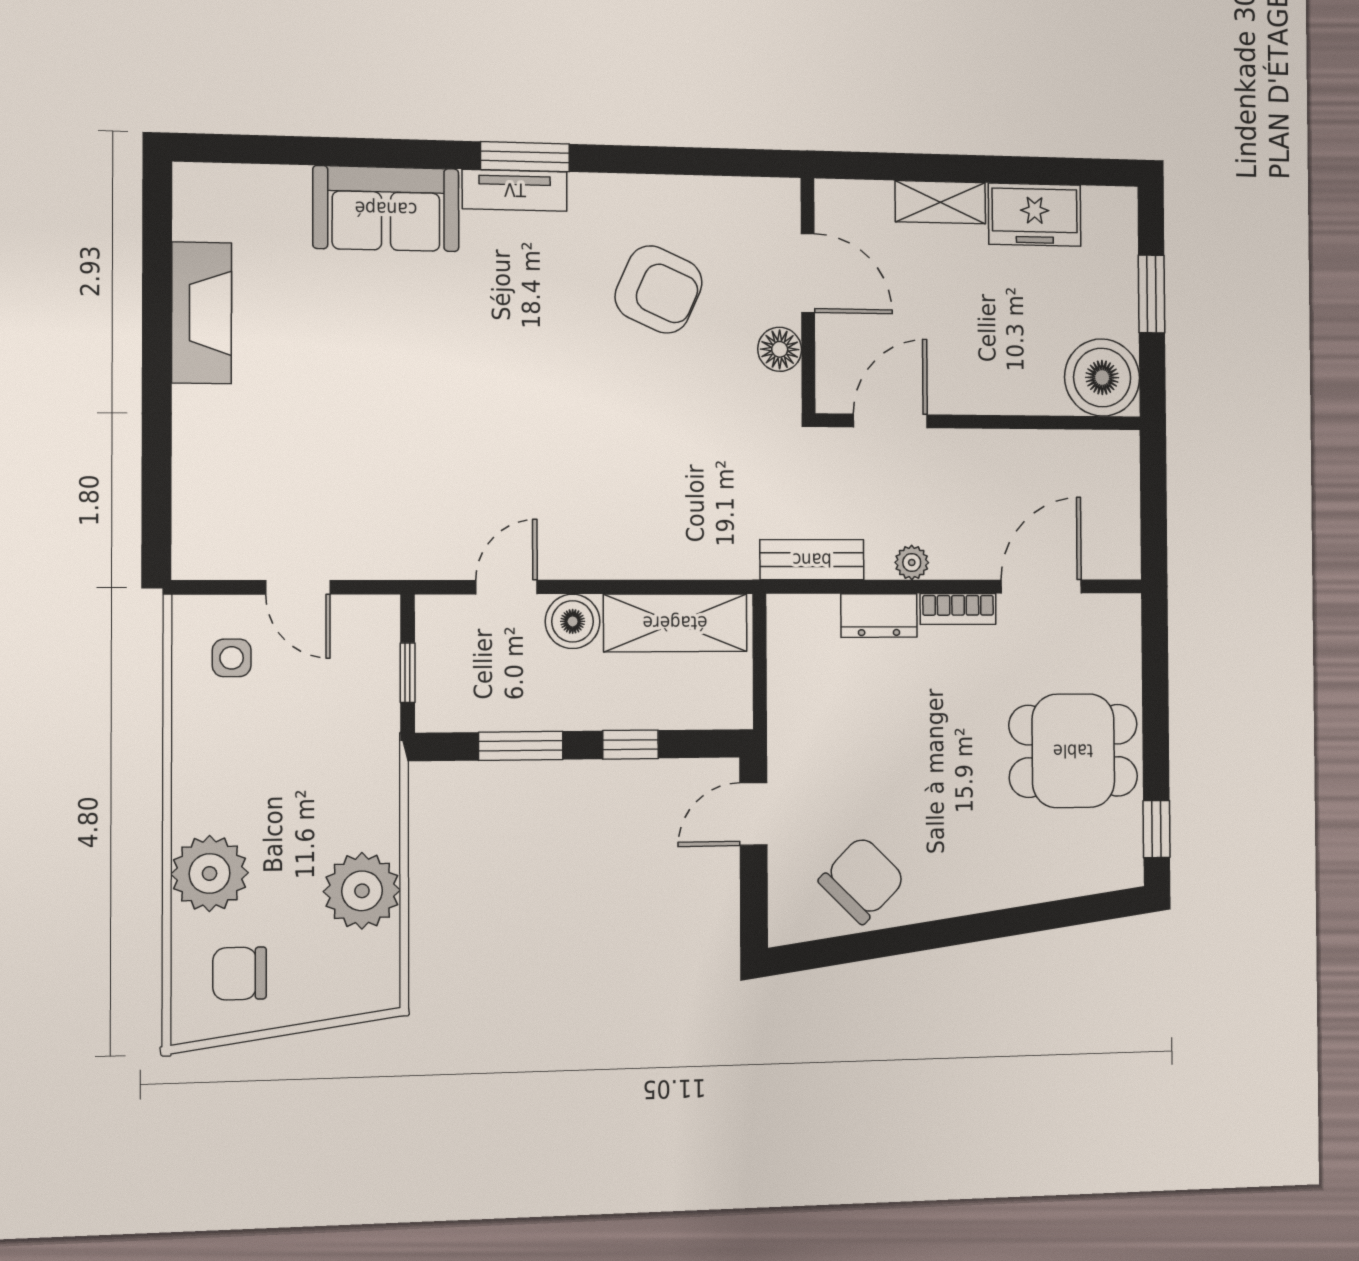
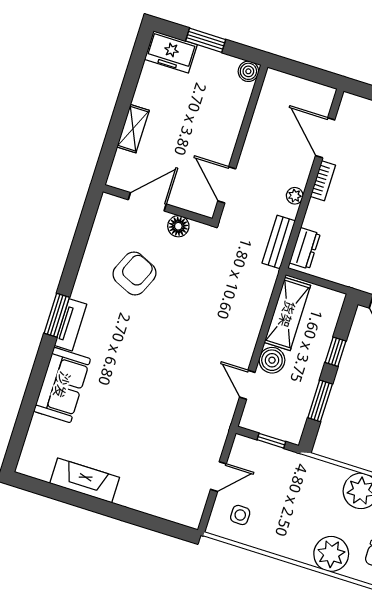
freezer: (1035, 215) -> (171, 52), moved, turned 90
boiler: (1102, 378) -> (248, 71), width x0.54, depth x0.54
dresser: (879, 615) -> (305, 248), moved

